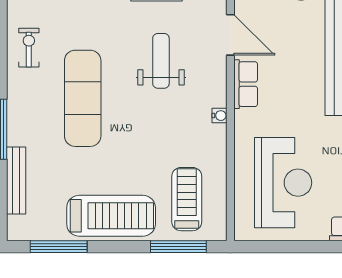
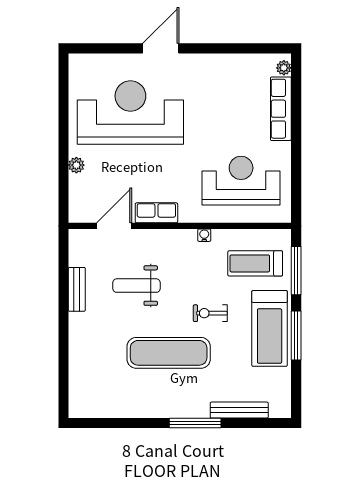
exercise bike: (29, 48) -> (210, 313), moved
water cooler: (220, 116) -> (204, 235), moved
treadmill: (111, 216) -> (270, 328), turned 180
window: (59, 247) -> (296, 336), moved

